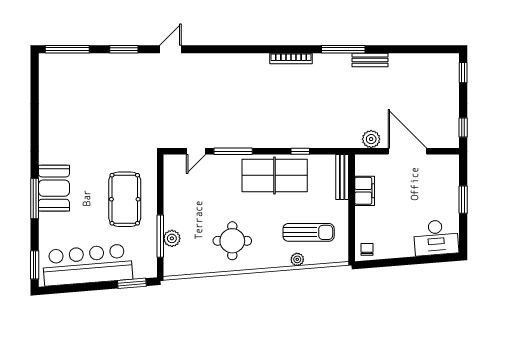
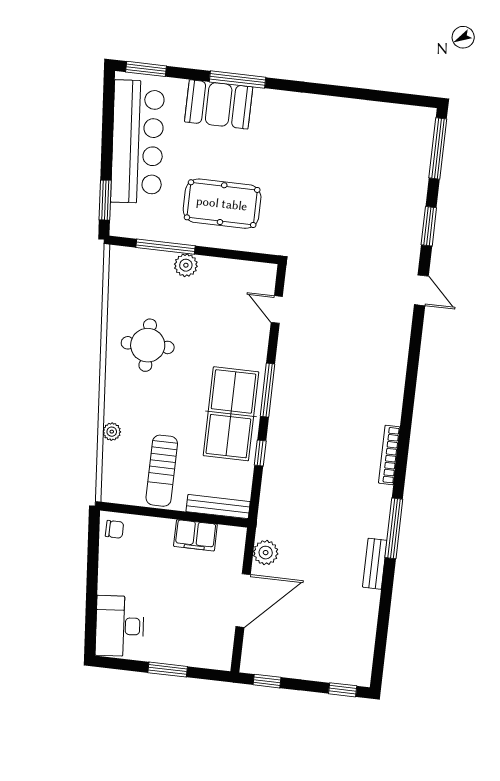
window: (233, 151) -> (267, 390), moved
booth: (54, 188) -> (219, 104), moved
sun lounger: (309, 232) -> (162, 471), moved
plant: (172, 238) -> (186, 265), moved

